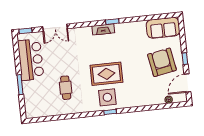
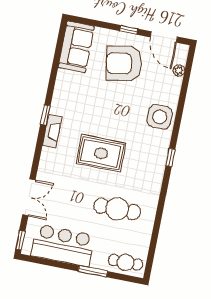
rug: (106, 74) -> (101, 153), moved, turned 90
cafe table: (66, 88) -> (117, 209), width x1.37, depth x1.35
side table: (107, 97) -> (160, 117), moved
cafe table: (32, 104) -> (126, 262), added

